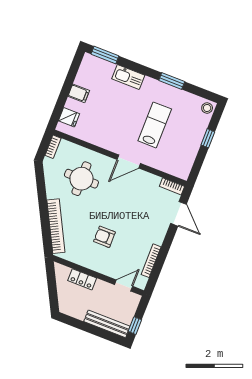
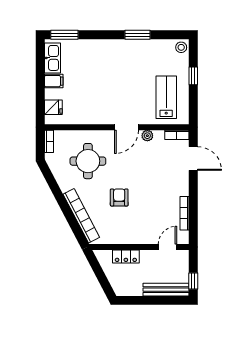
kitchen sink: (128, 77) -> (52, 58), moved, turned -90
lab bench: (155, 125) -> (166, 97), moved
plant: (145, 177) -> (147, 136), added
armchair: (104, 237) -> (119, 197), moved, turned 90

